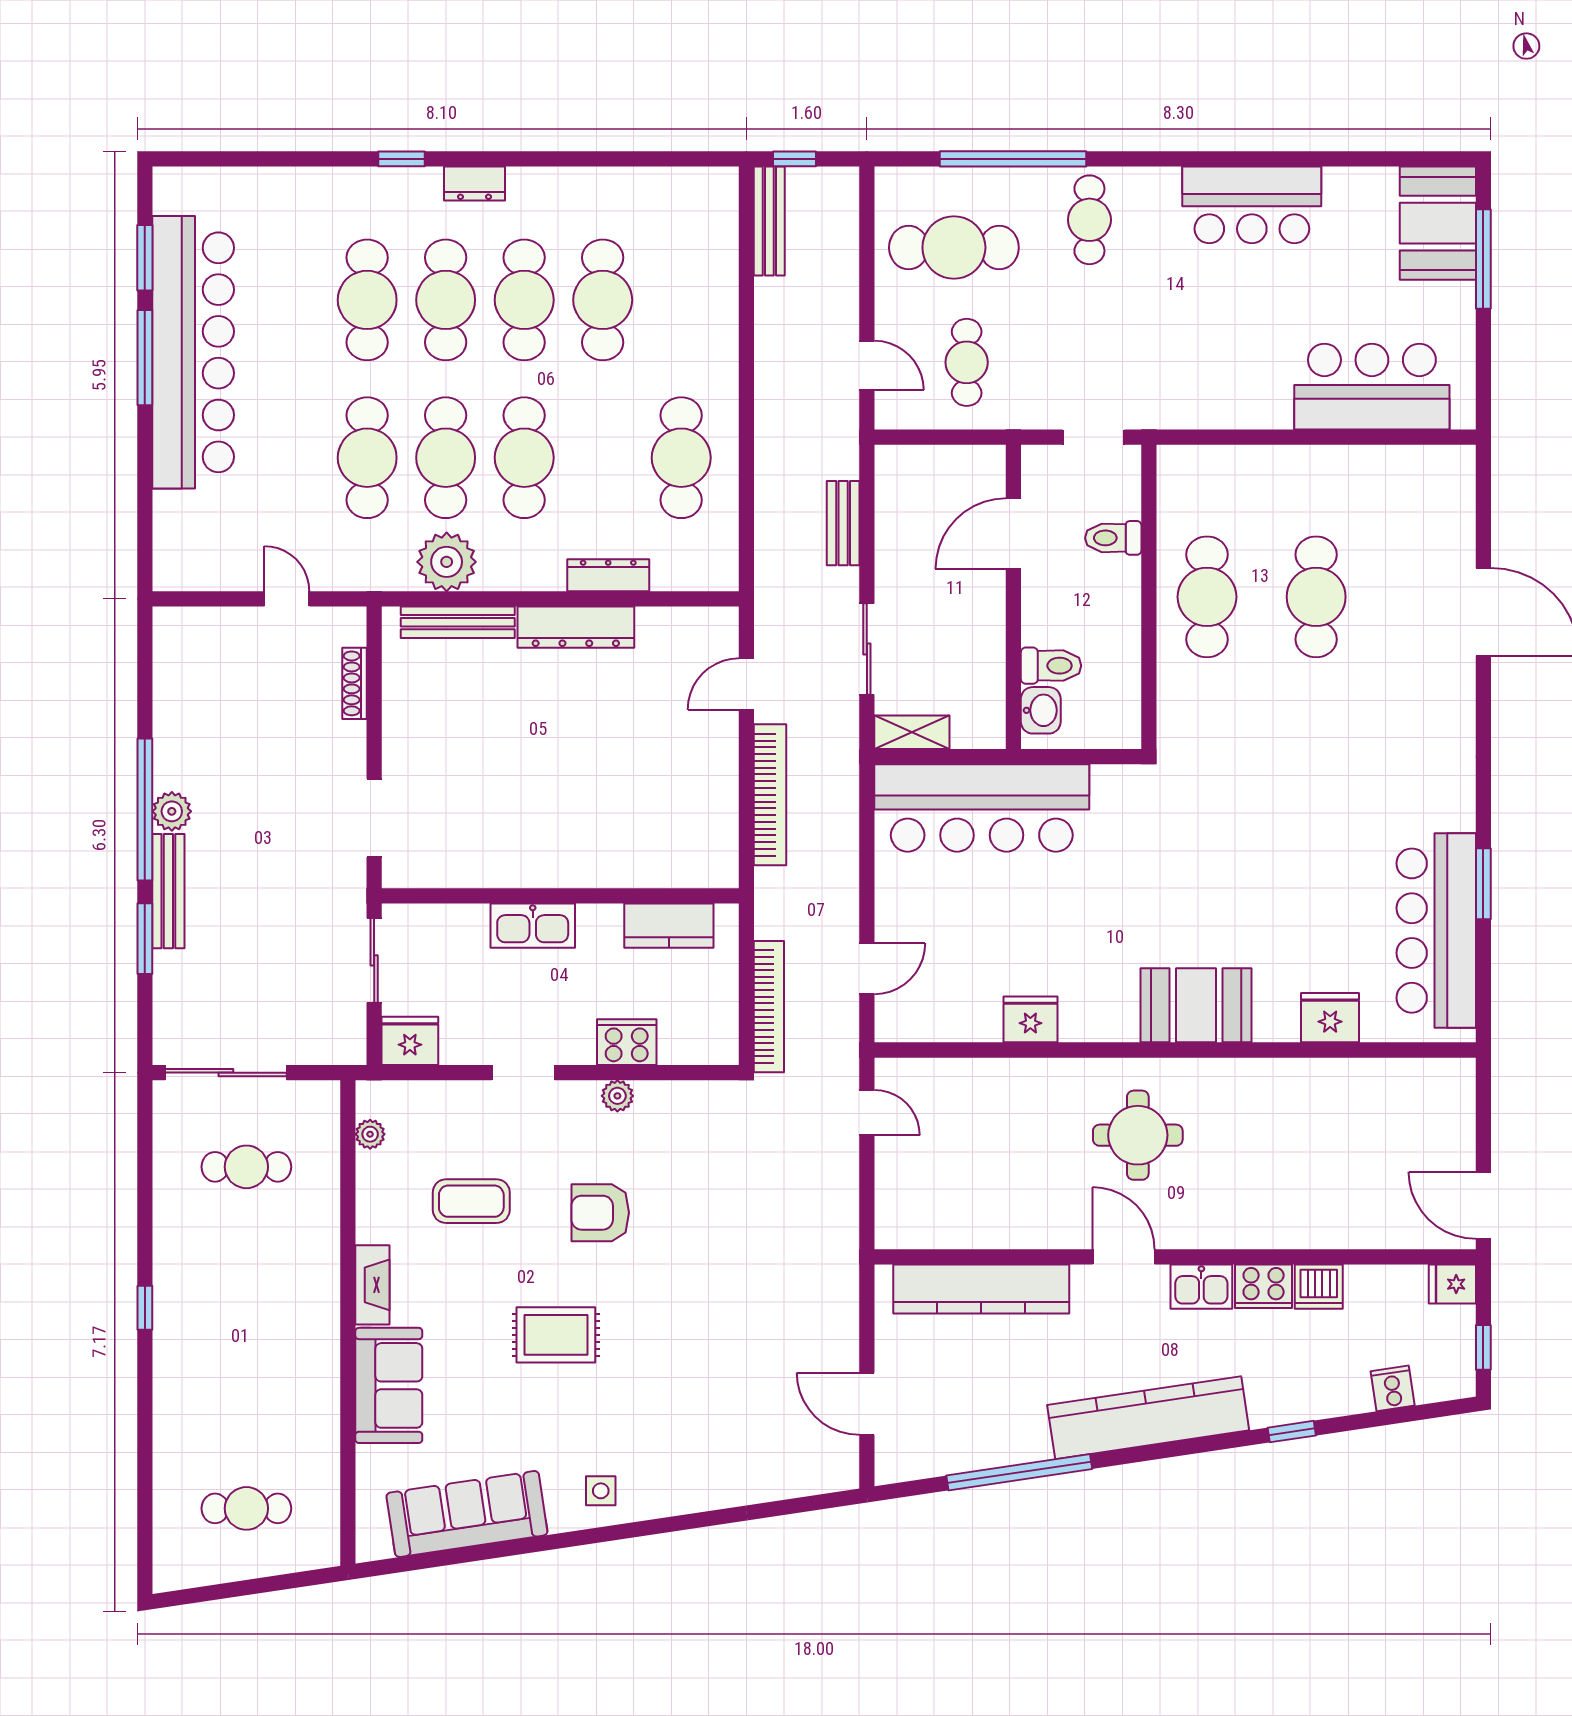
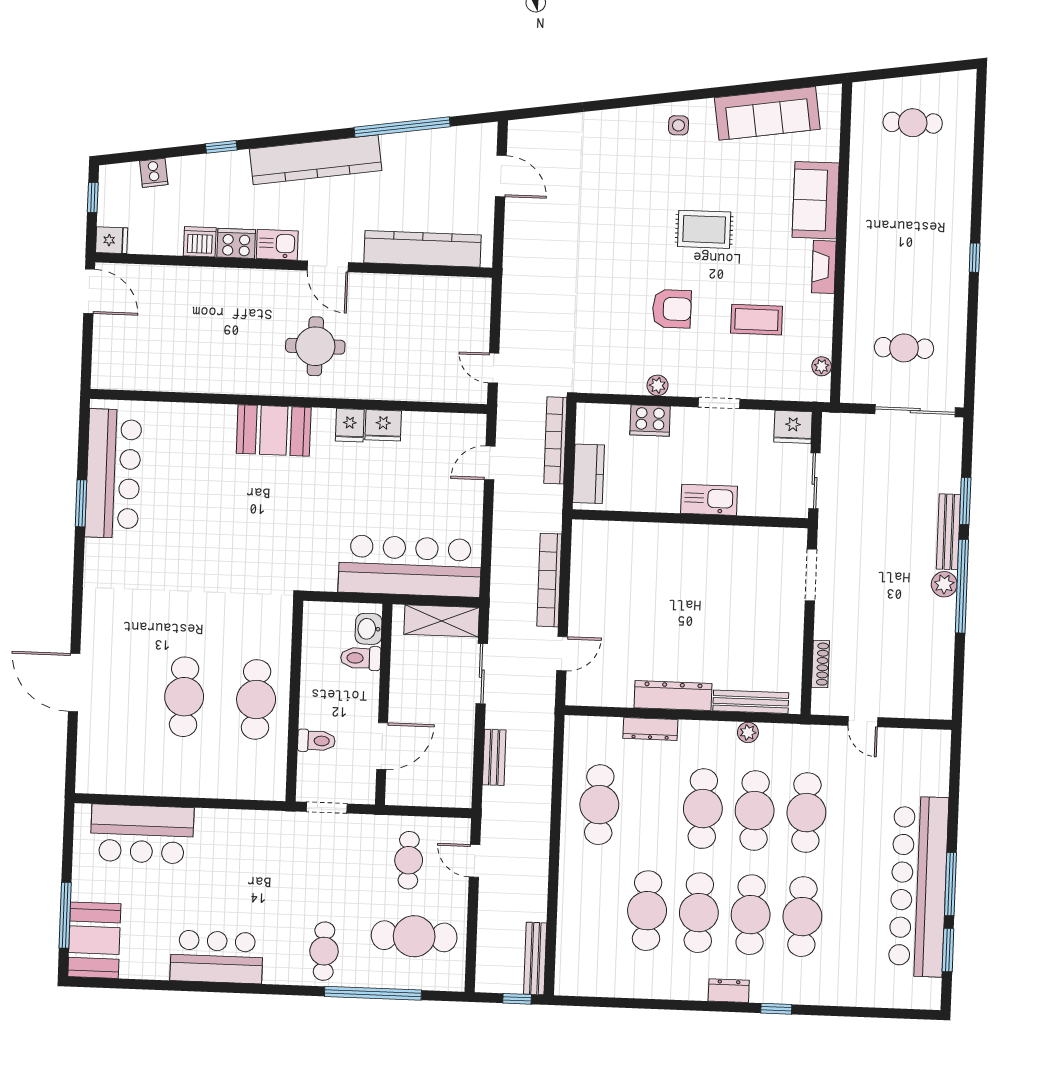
plant: (447, 562) -> (748, 732), width x0.53, depth x0.53
shelving: (912, 732) -> (442, 621), width x1.50, depth x1.33
kitchen counter: (669, 926) -> (589, 474), moved, turned 90
fridge: (1330, 1018) -> (350, 425), moved, width x0.72

